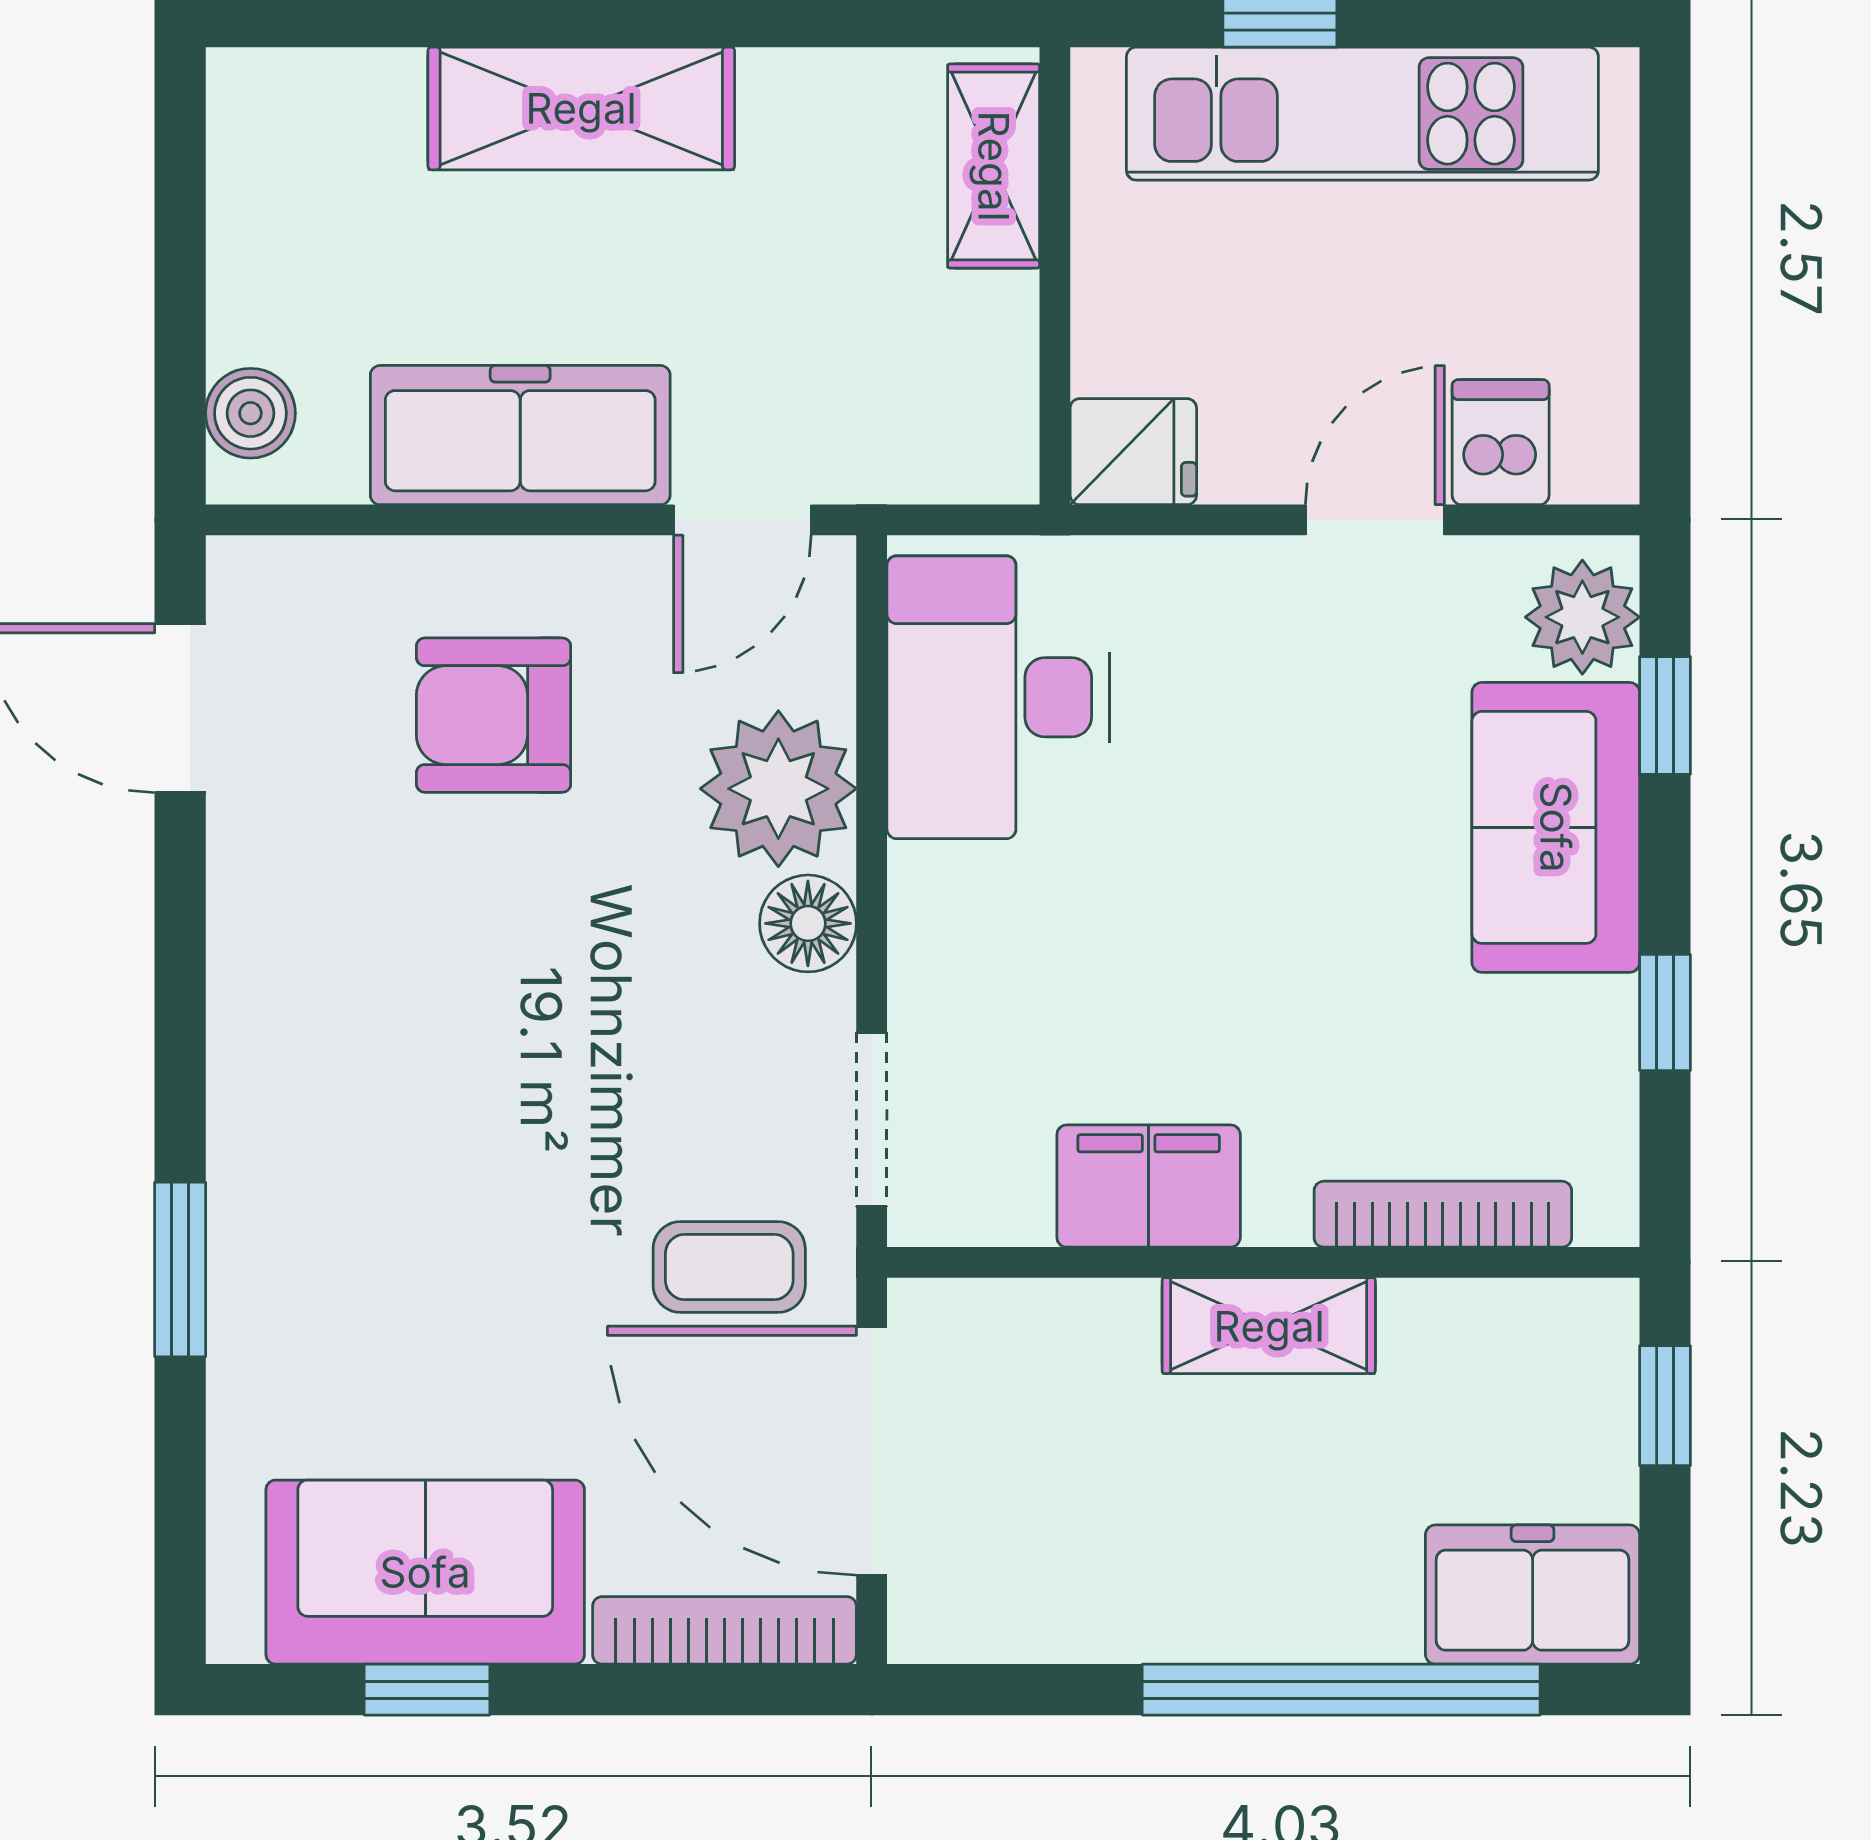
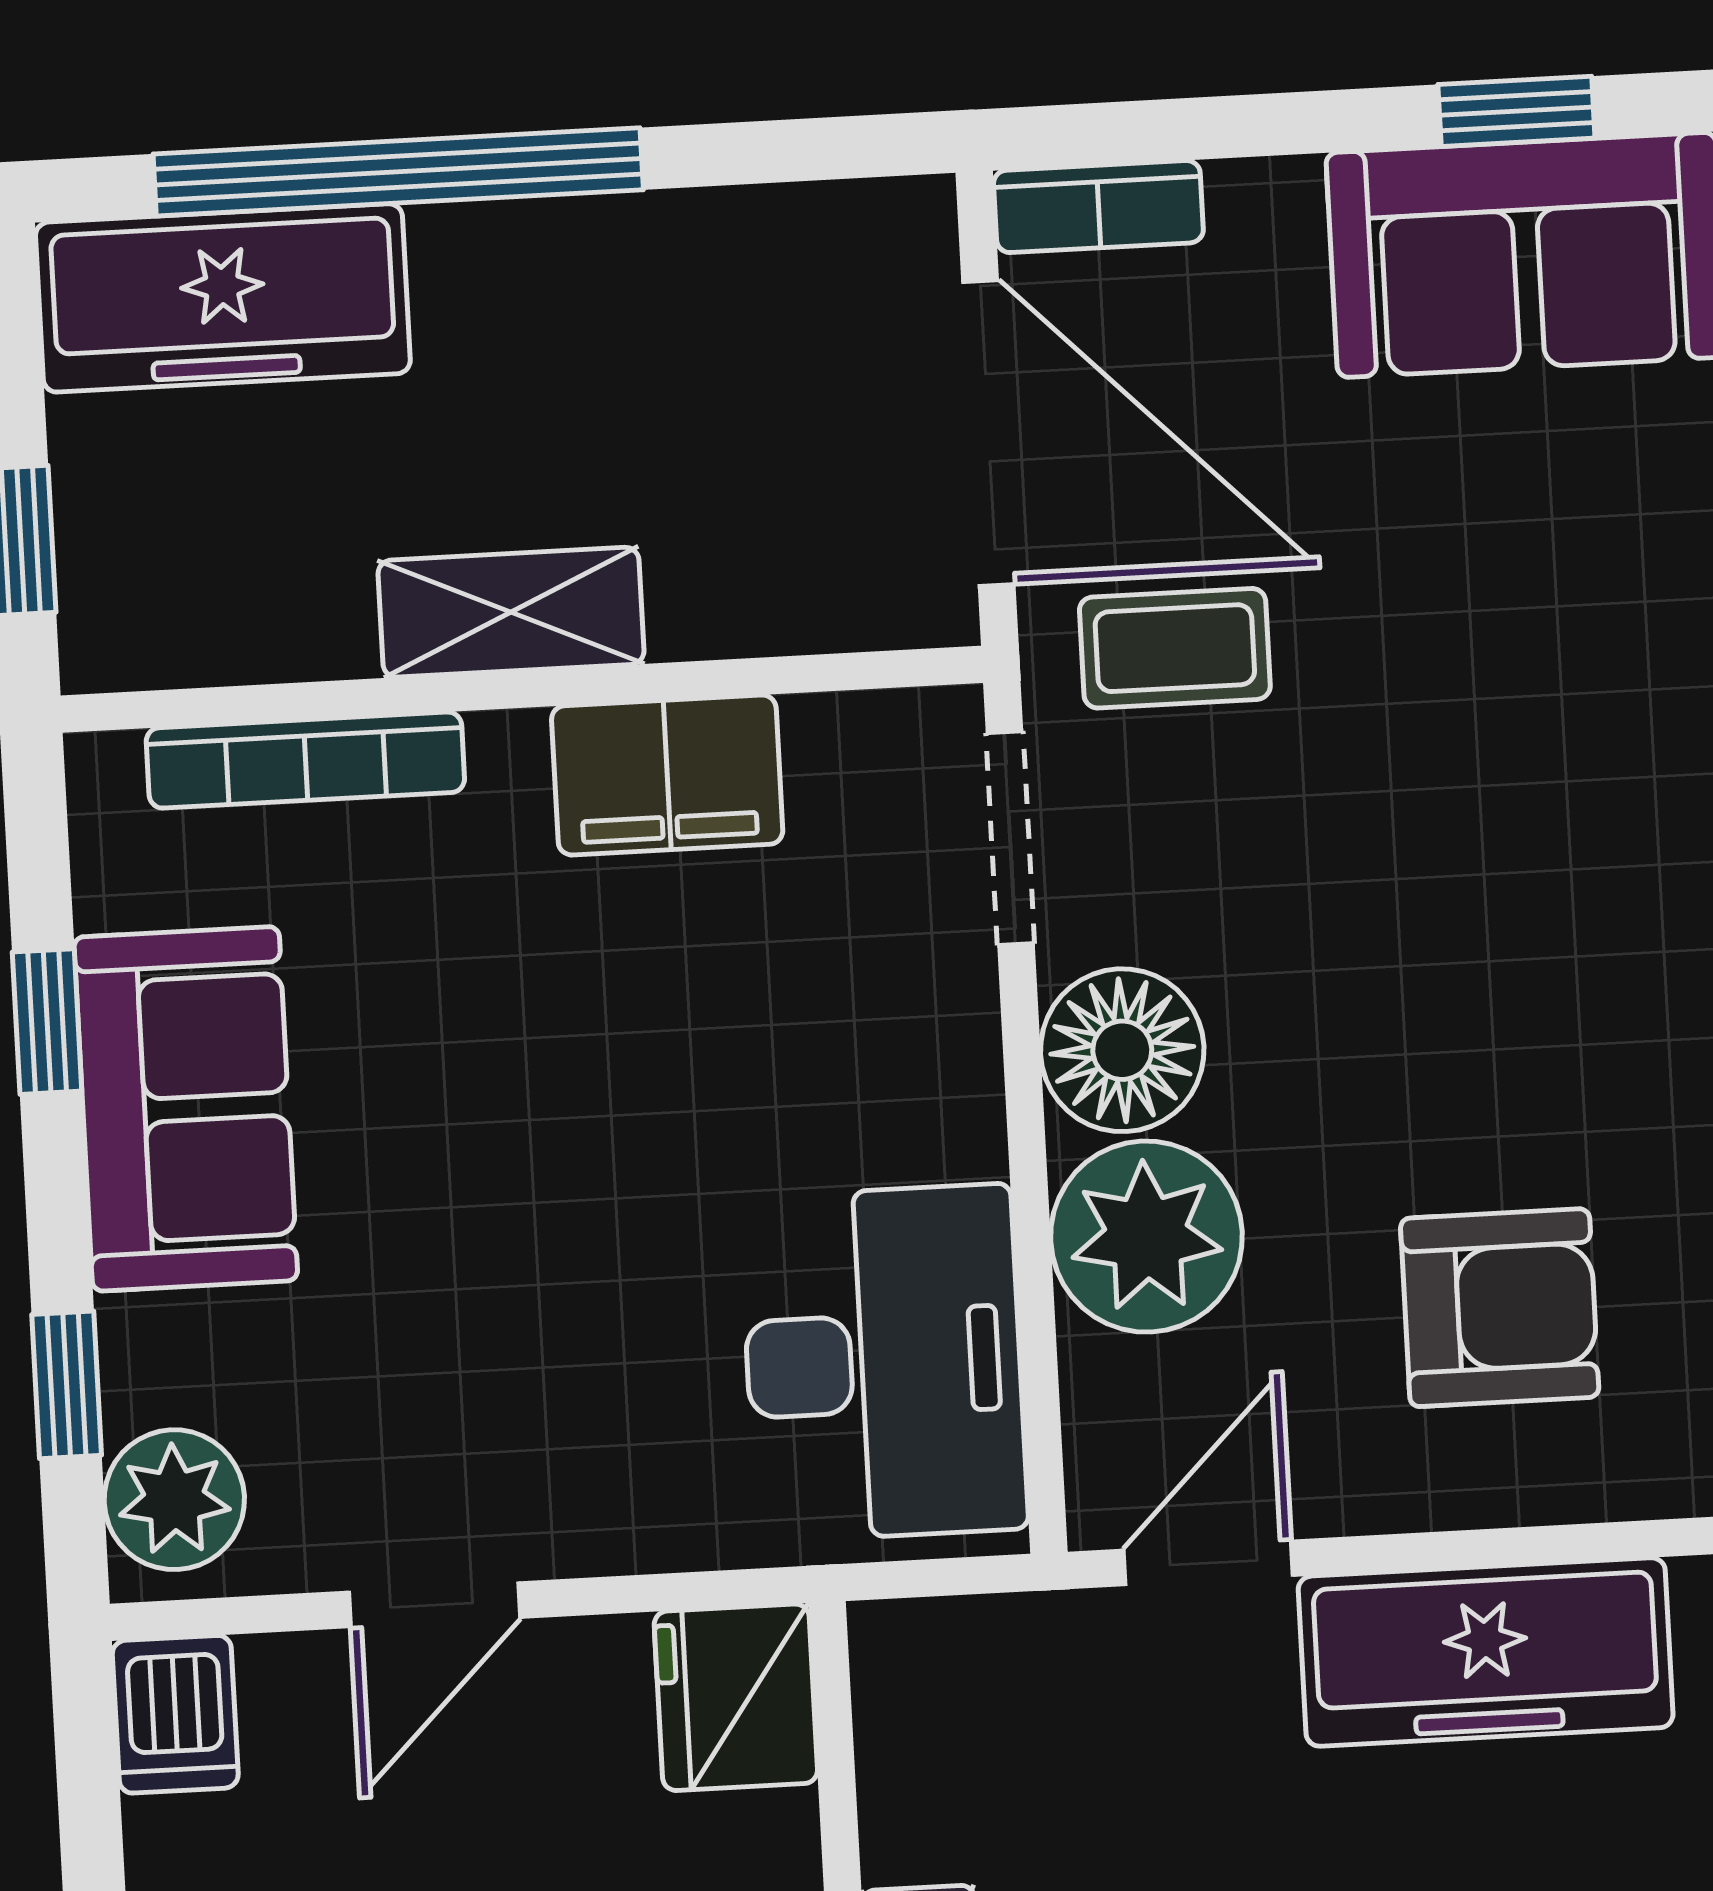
dishwasher: (1501, 442) -> (175, 1714), moved
fridge: (1133, 452) -> (736, 1697), width x1.38
sofa: (1556, 827) -> (186, 1109), moved
floor lamp: (808, 923) -> (1122, 1050), width x1.38, depth x1.38
freezer: (1533, 1595) -> (223, 298), width x1.40
bookcase: (725, 1630) -> (1098, 207), width x0.64

